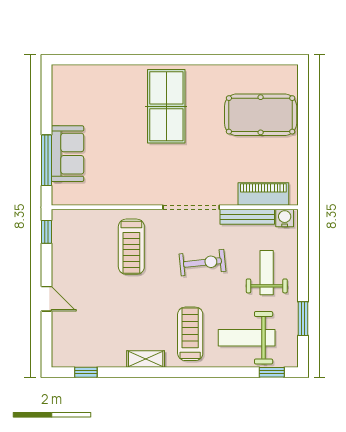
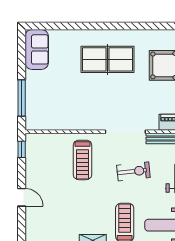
table tennis table: (166, 106) -> (108, 59), turned 90
sofa: (67, 154) -> (37, 49), moved

